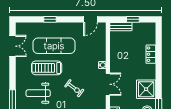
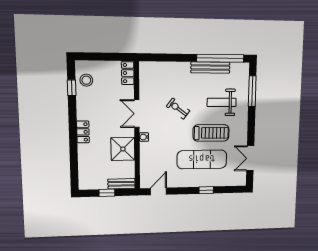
locker: (151, 54) -> (83, 132), moved
shower: (146, 89) -> (123, 149), moved
weight bench: (38, 93) -> (222, 102), turned 180

